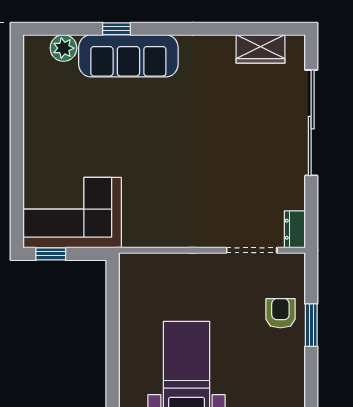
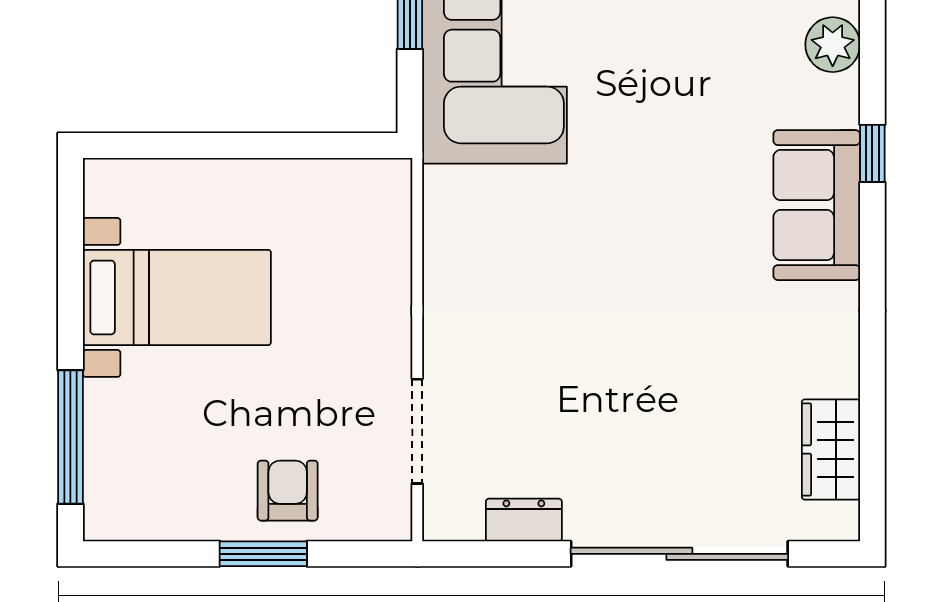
sofa: (128, 56) -> (817, 205), width x0.73
dresser: (295, 229) -> (524, 520), moved
armchair: (280, 313) -> (288, 491), turned -90

